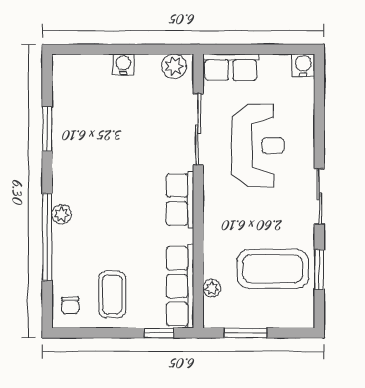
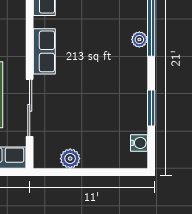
water cooler: (123, 64) -> (139, 143), moved, turned -90
plant: (174, 66) -> (70, 159), moved

